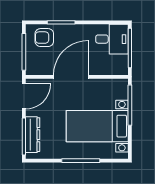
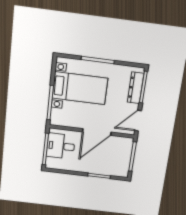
armchair: (44, 38) -> (114, 166), removed
desk: (112, 39) -> (61, 146), moved

